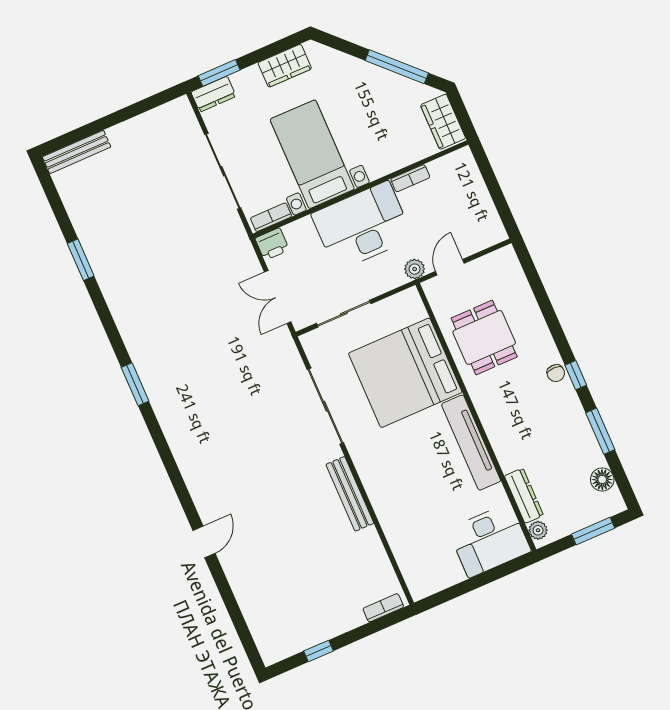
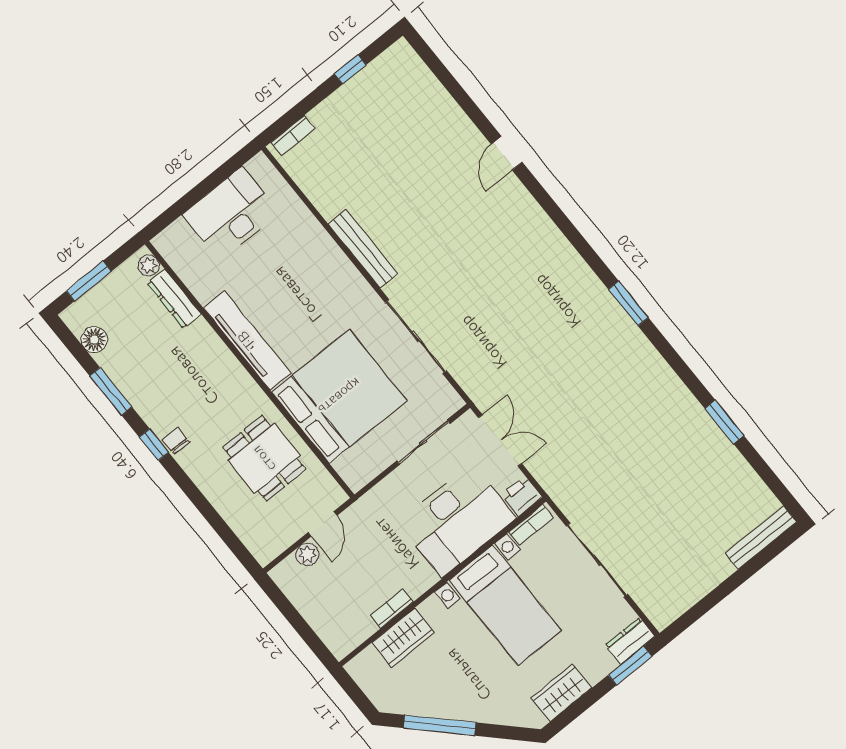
wardrobe: (443, 122) -> (403, 637), moved, turned 90
desk: (362, 226) -> (457, 520), moved
plant: (415, 269) -> (307, 554), moved
desk: (489, 540) -> (231, 214), moved

